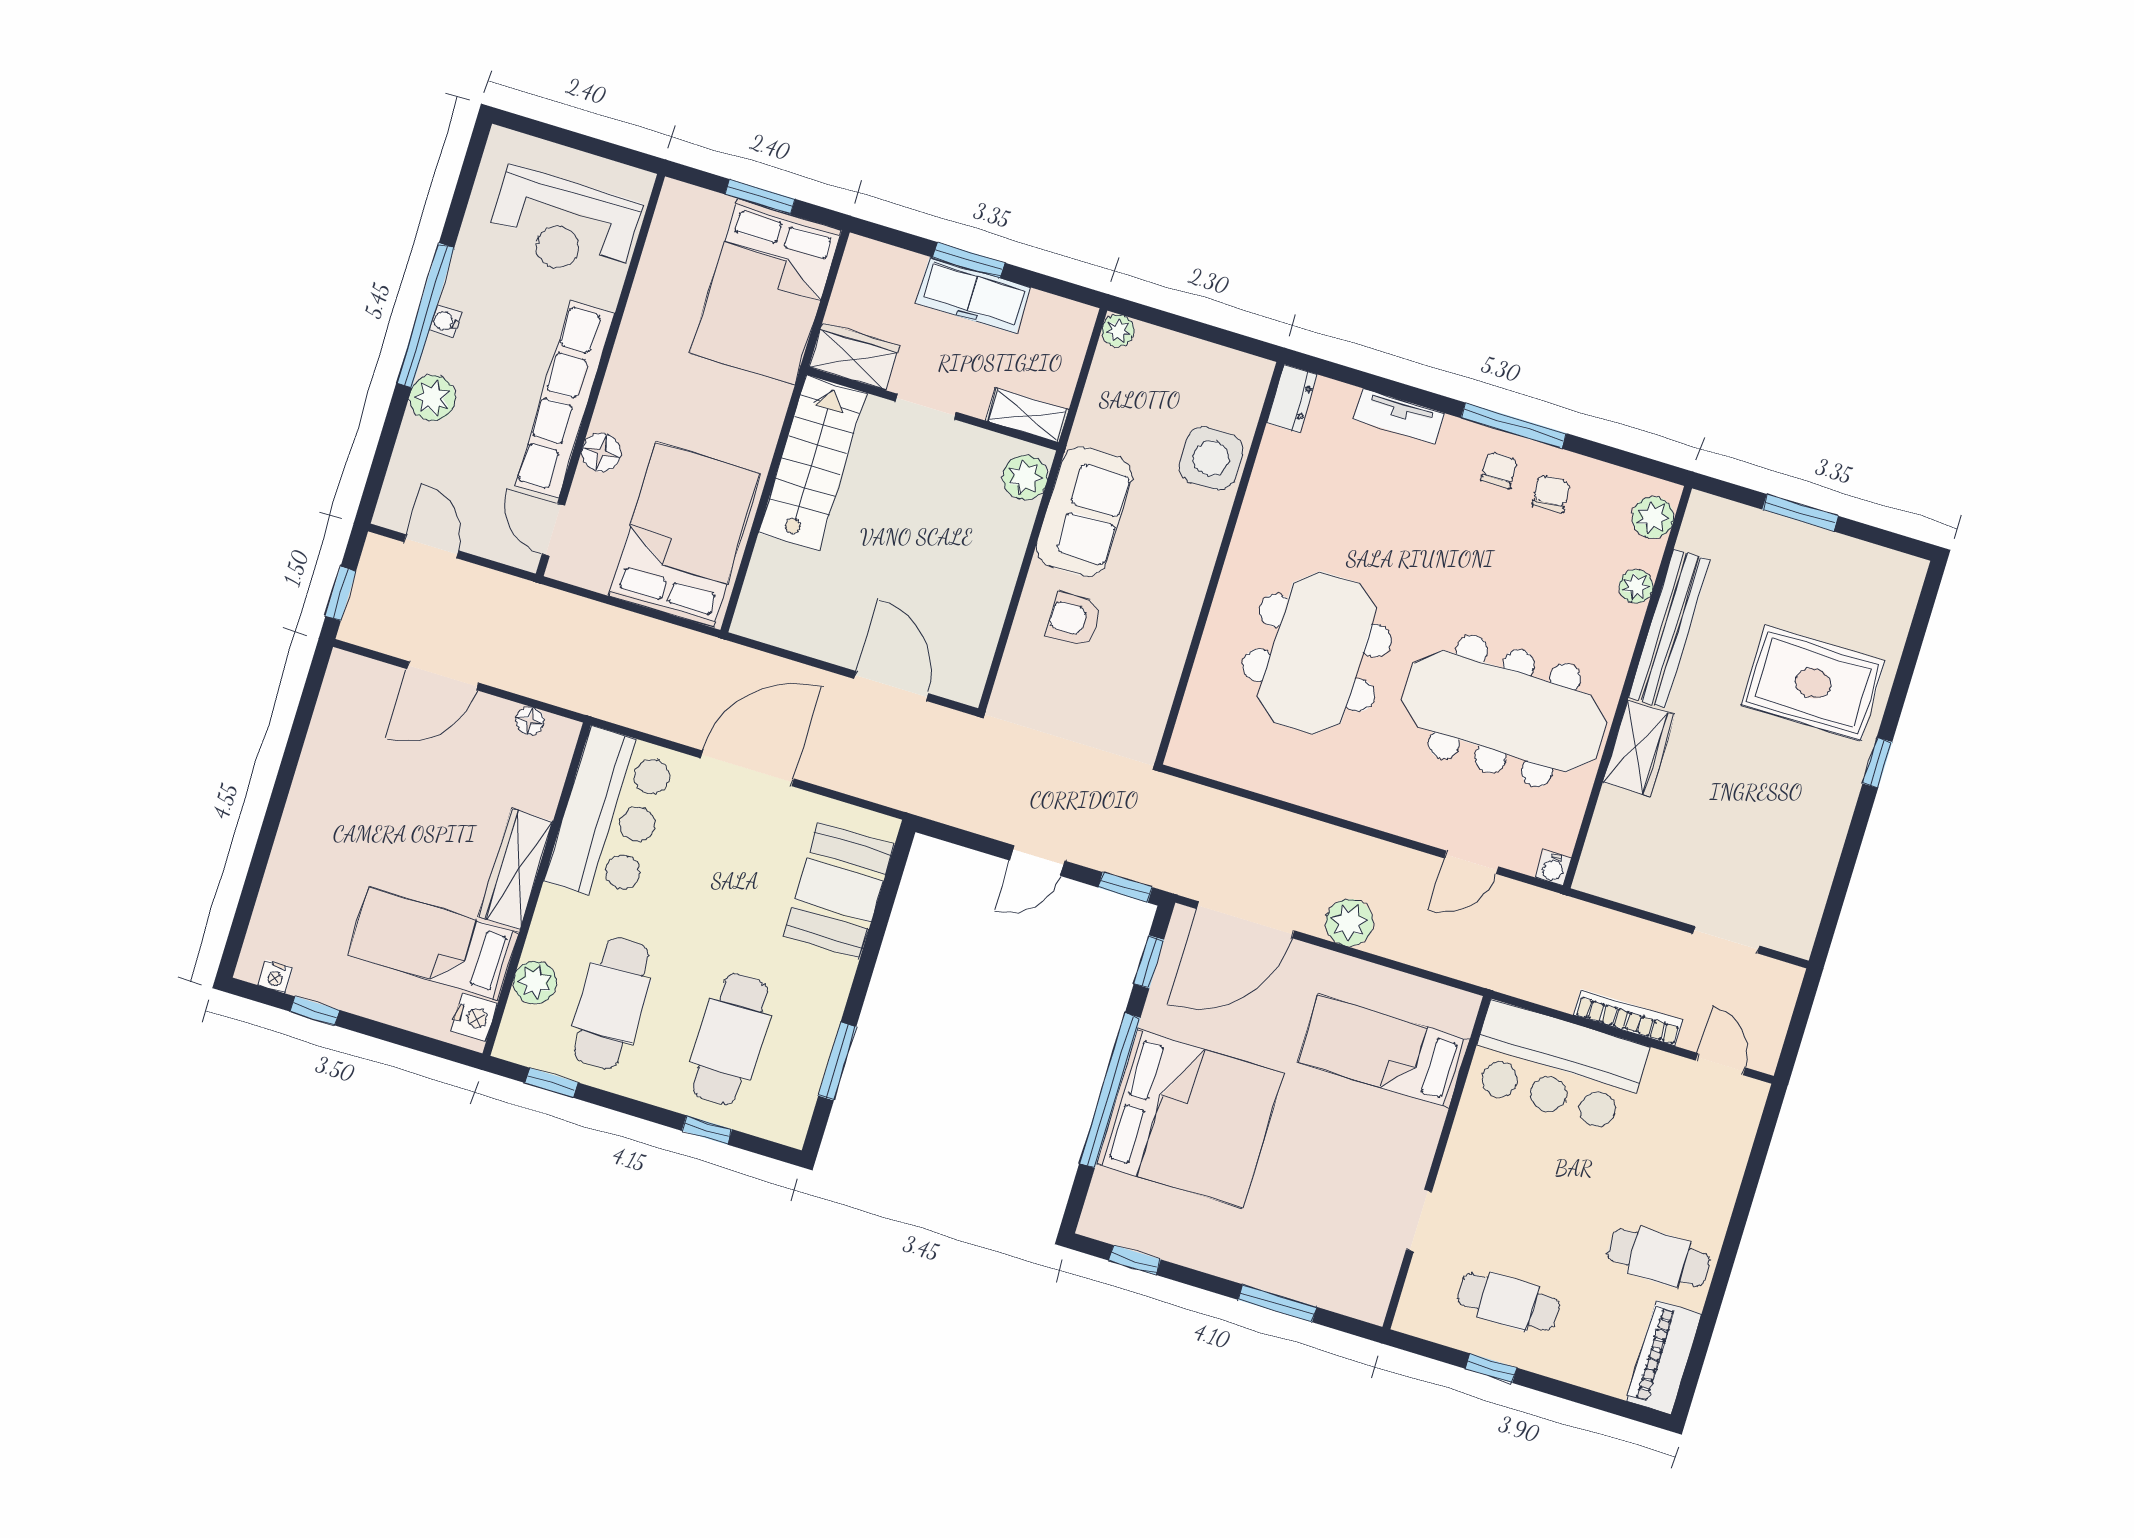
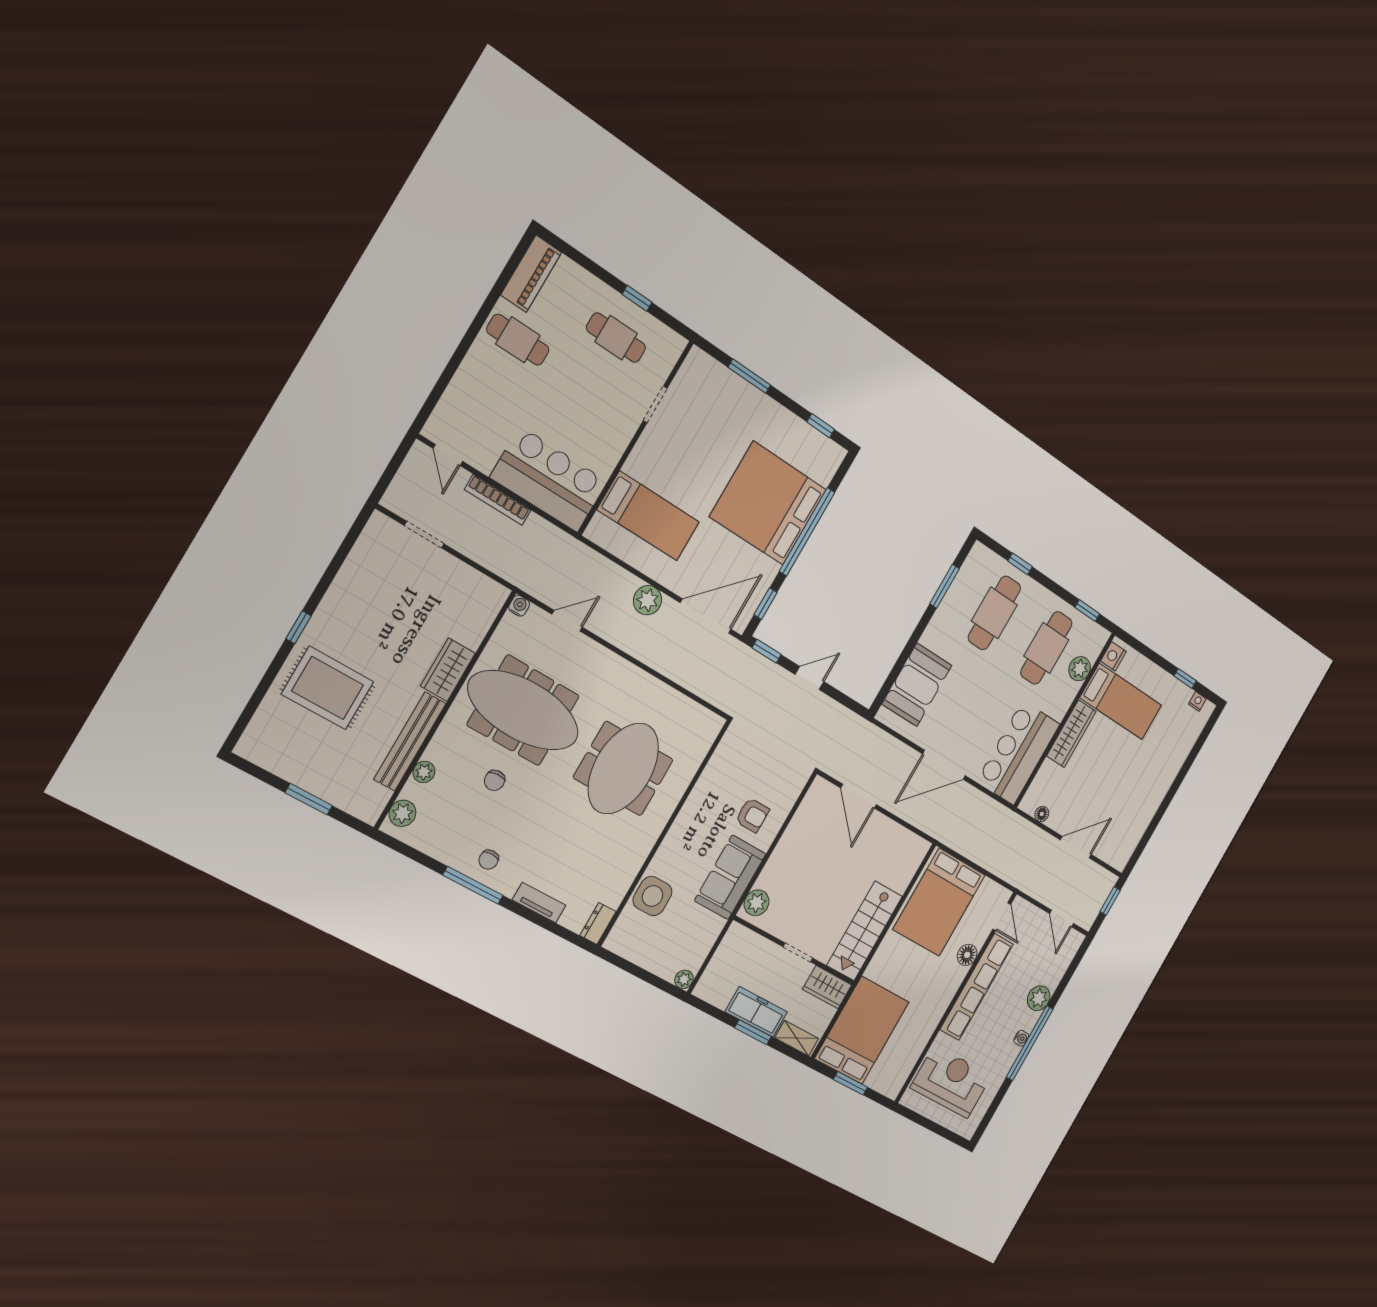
shelving: (1027, 415) -> (797, 1038), moved
chair: (1551, 494) -> (495, 780), moved

